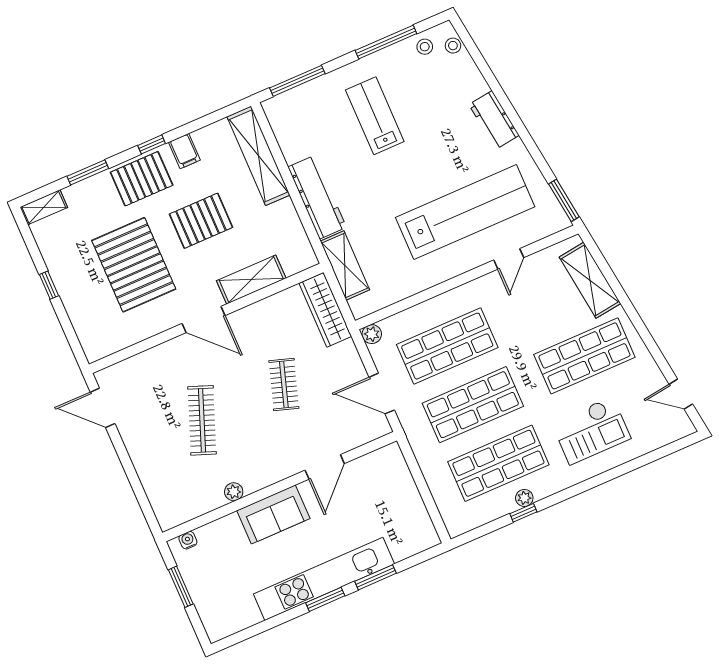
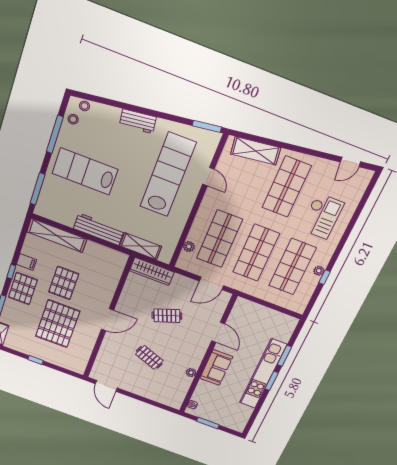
lab bench: (375, 116) -> (85, 171), width x1.36, depth x1.39
pallet: (134, 265) -> (58, 324), turned 90
shelving: (251, 280) -> (109, 287), removed
plant: (372, 334) -> (189, 247), moved
clothes rail: (284, 385) -> (167, 316), turned -39
door: (103, 408) -> (106, 386), hinge flipped
clothes rail: (202, 420) -> (149, 357), width x0.73

